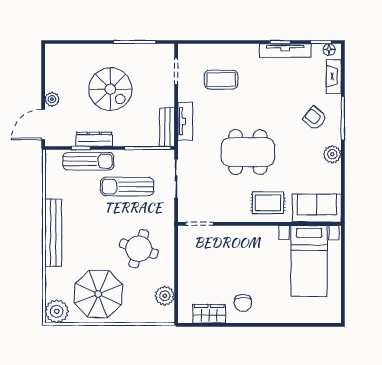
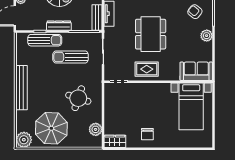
dresser: (94, 139) -> (59, 26), moved
dining table: (248, 152) -> (151, 34), turned 90
rug: (268, 203) -> (147, 69), moved
wardrobe: (209, 314) -> (115, 141), moved

